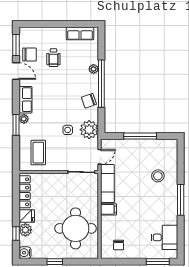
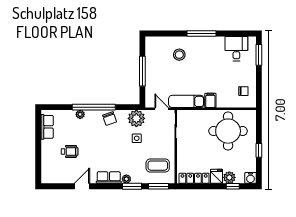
window: (16, 45) -> (158, 186), moved
chair: (29, 55) -> (67, 174), removed

